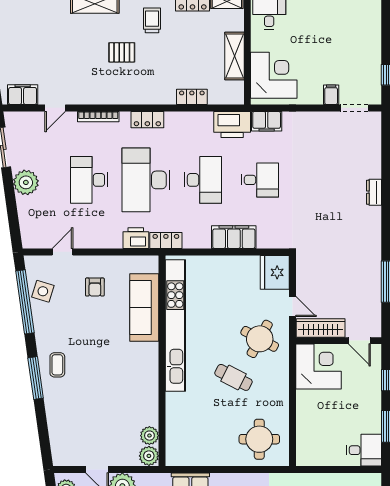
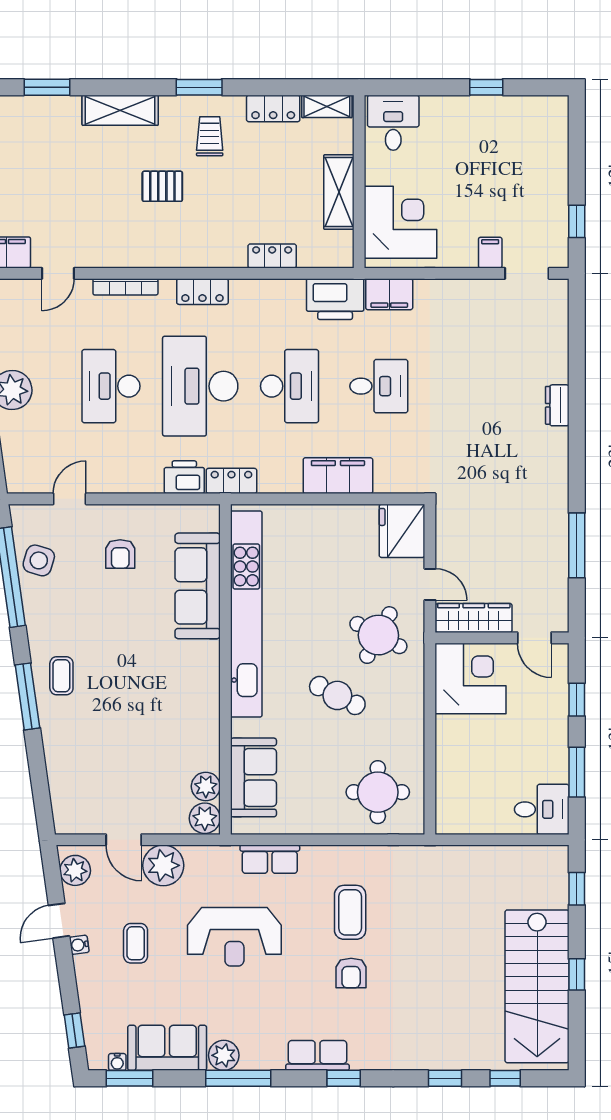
sofa: (180, 430) -> (253, 777), added

